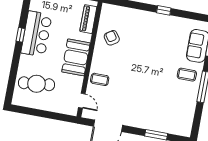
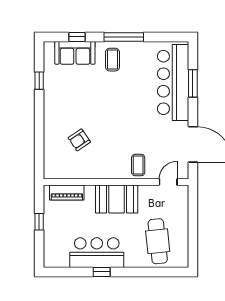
window: (164, 10) -> (39, 81), moved
armchair: (112, 38) -> (79, 140), moved
bar counter: (160, 119) -> (173, 82), added

